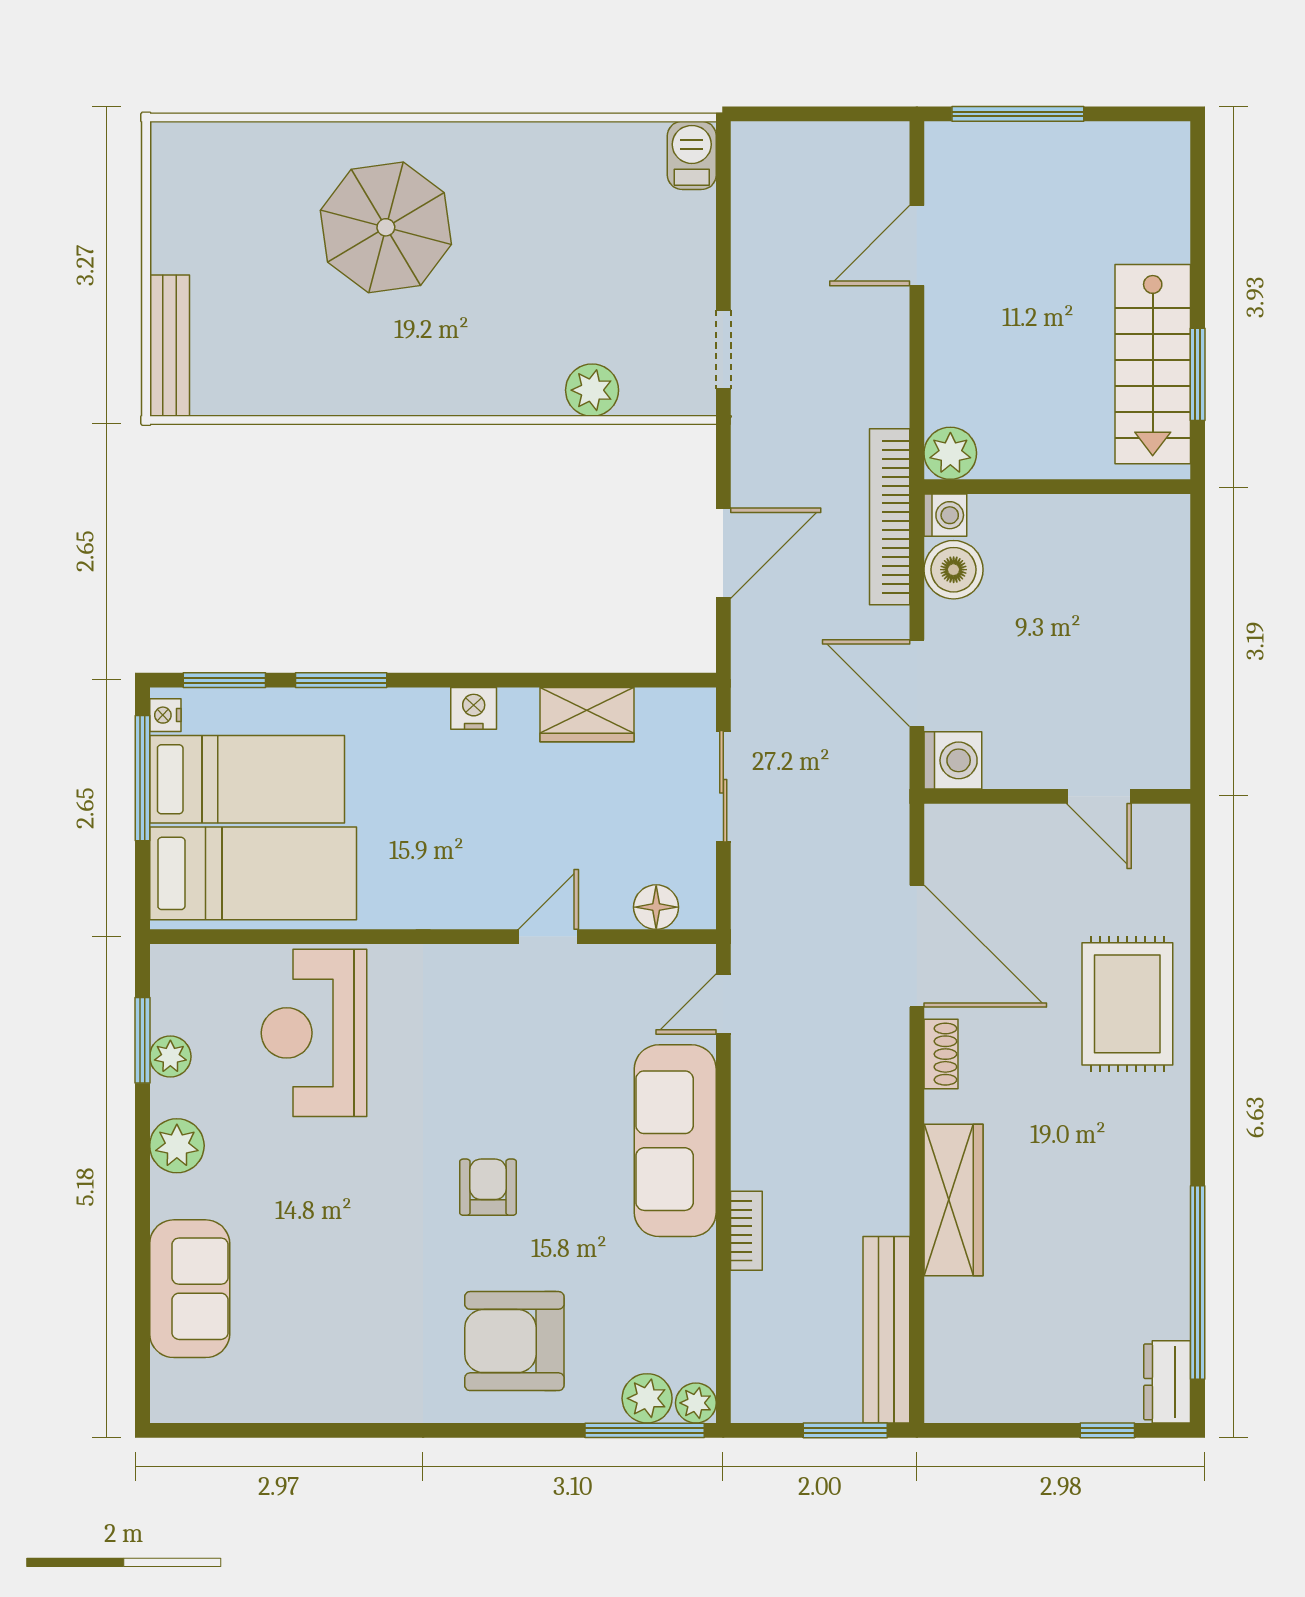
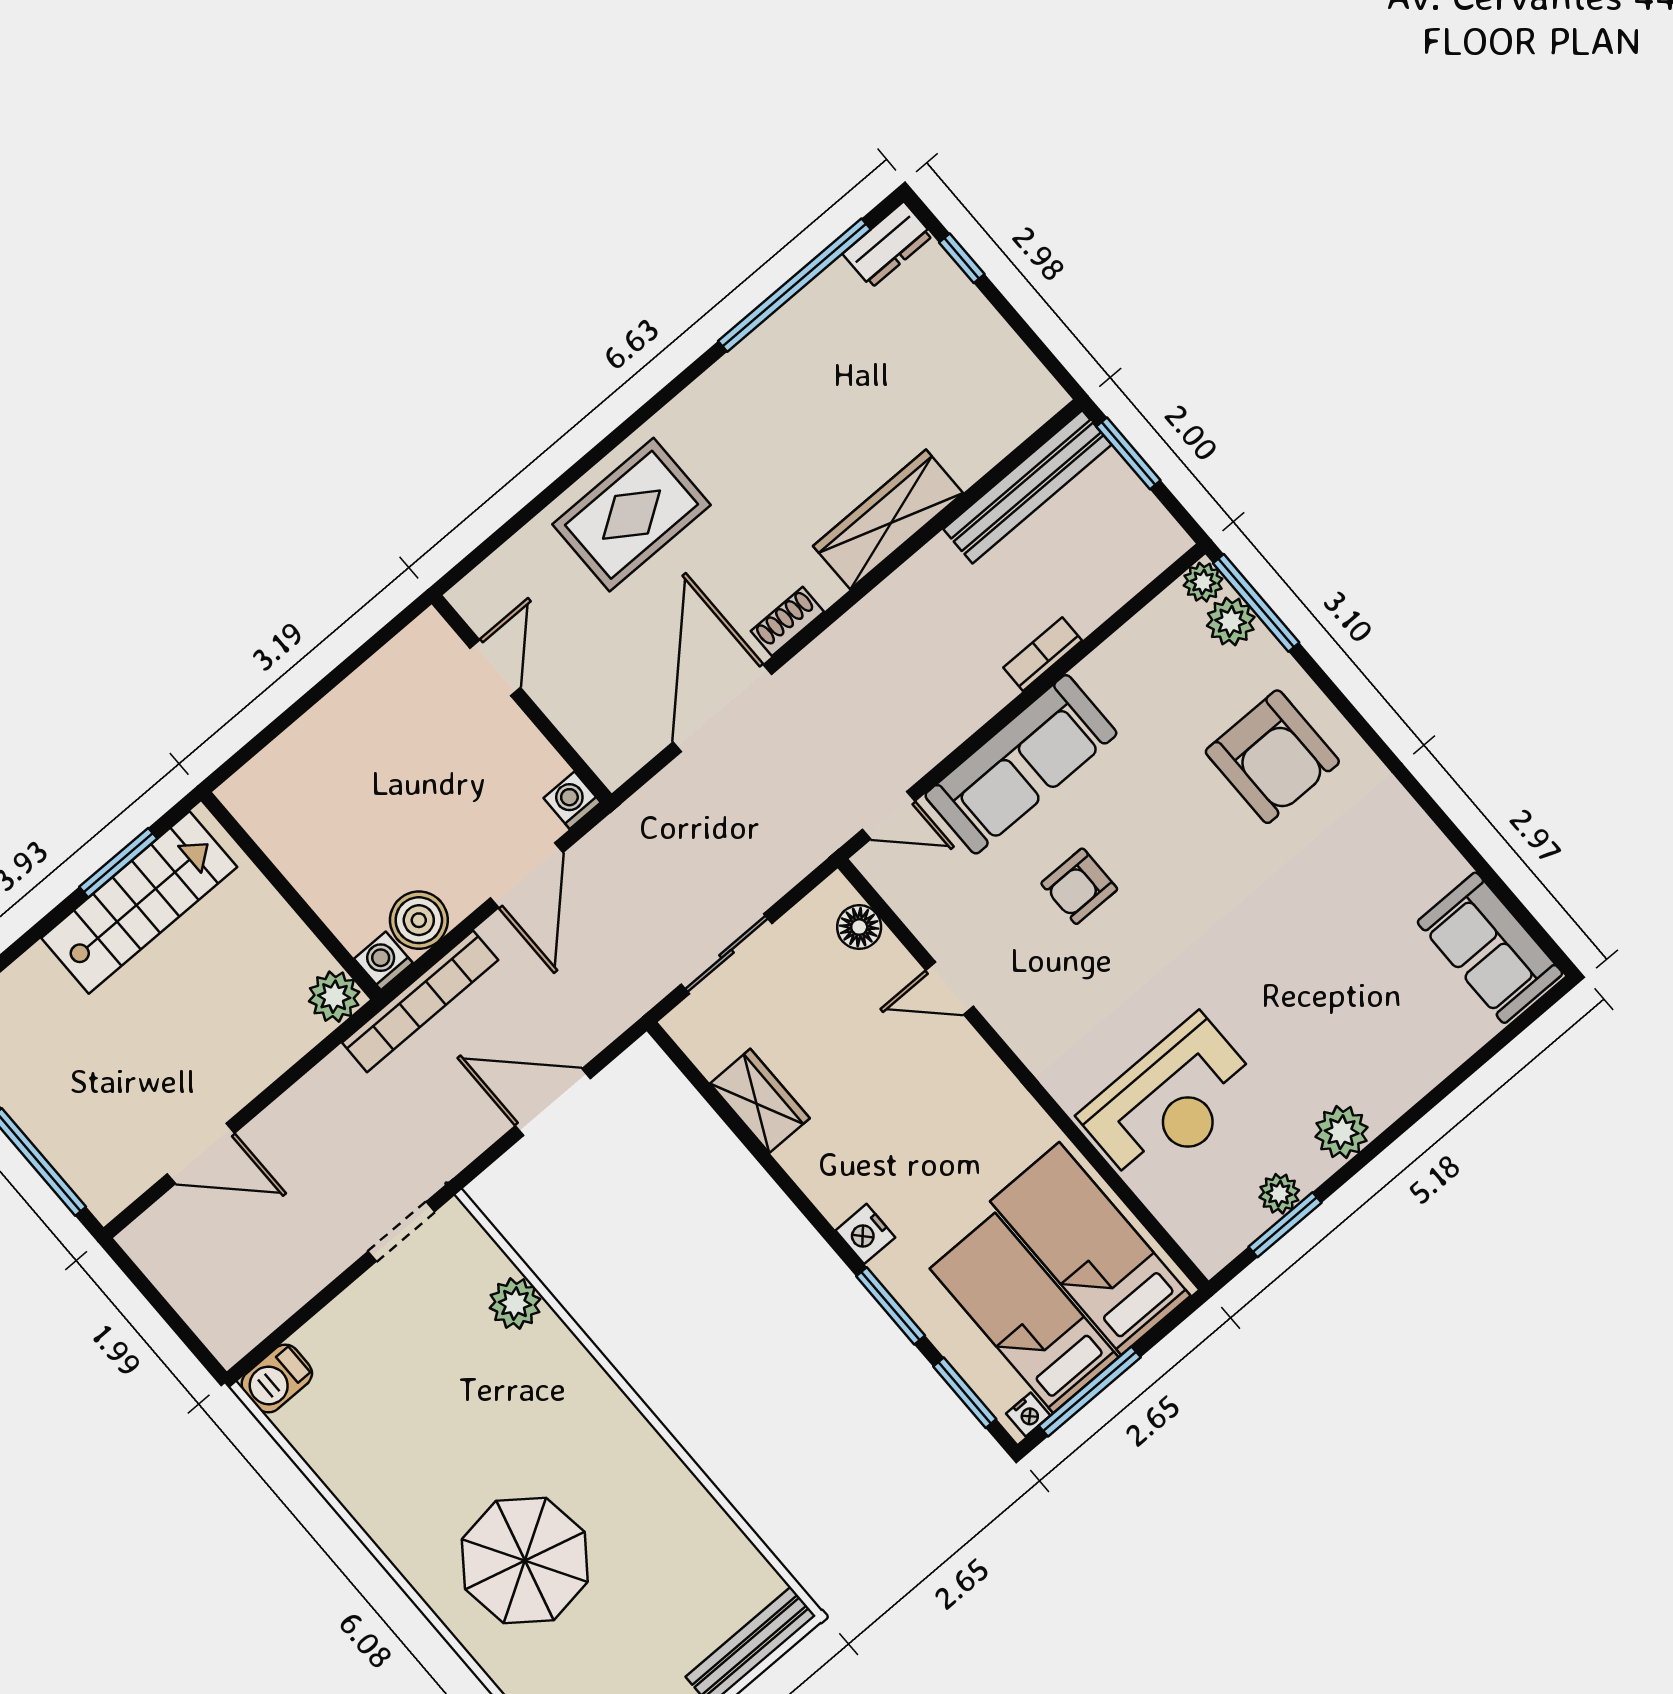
nightstand: (474, 708) -> (865, 1234), moved
washing machine: (953, 760) -> (572, 800), width x0.73, depth x0.73
armchair: (488, 1187) -> (1079, 886), moved
sofa: (190, 1289) -> (1490, 948), moved, turned -90

